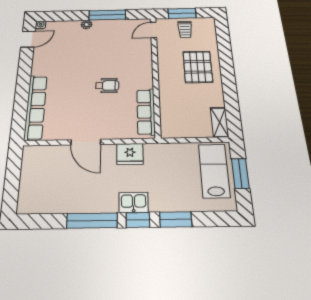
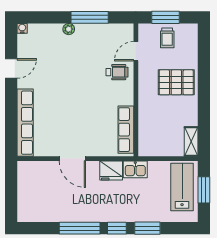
door: (153, 30) -> (136, 51), moved
door: (28, 39) -> (11, 68), moved
pallet: (198, 67) -> (176, 82), turned 90
wheelchair: (107, 85) -> (117, 72), moved
kitchen sink: (134, 202) -> (135, 169), moved, turned 180

